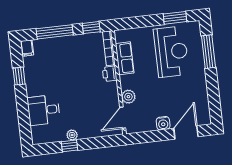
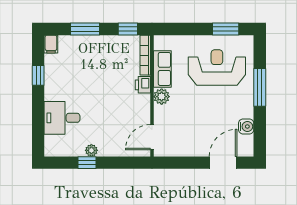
window: (55, 32) -> (85, 29), width x0.69
reception desk: (171, 52) -> (217, 68), turned -90
window: (208, 52) -> (260, 87), moved
plant: (128, 97) -> (162, 97), moved
water cooler: (163, 123) -> (246, 126), moved, turned -90

